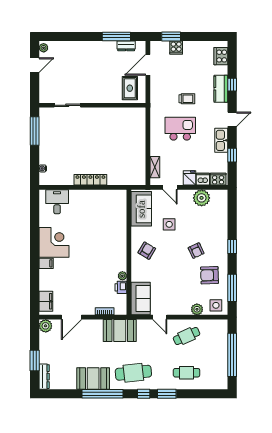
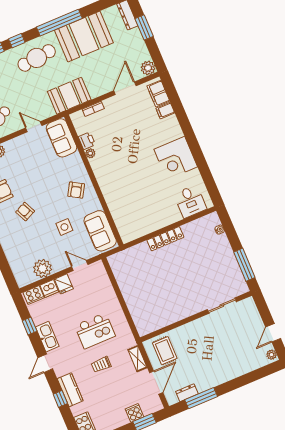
shelving: (155, 167) -> (137, 359), moved
filing cabinet: (46, 263) -> (165, 111), moved
booth: (93, 378) -> (84, 37), width x1.36, depth x1.42

